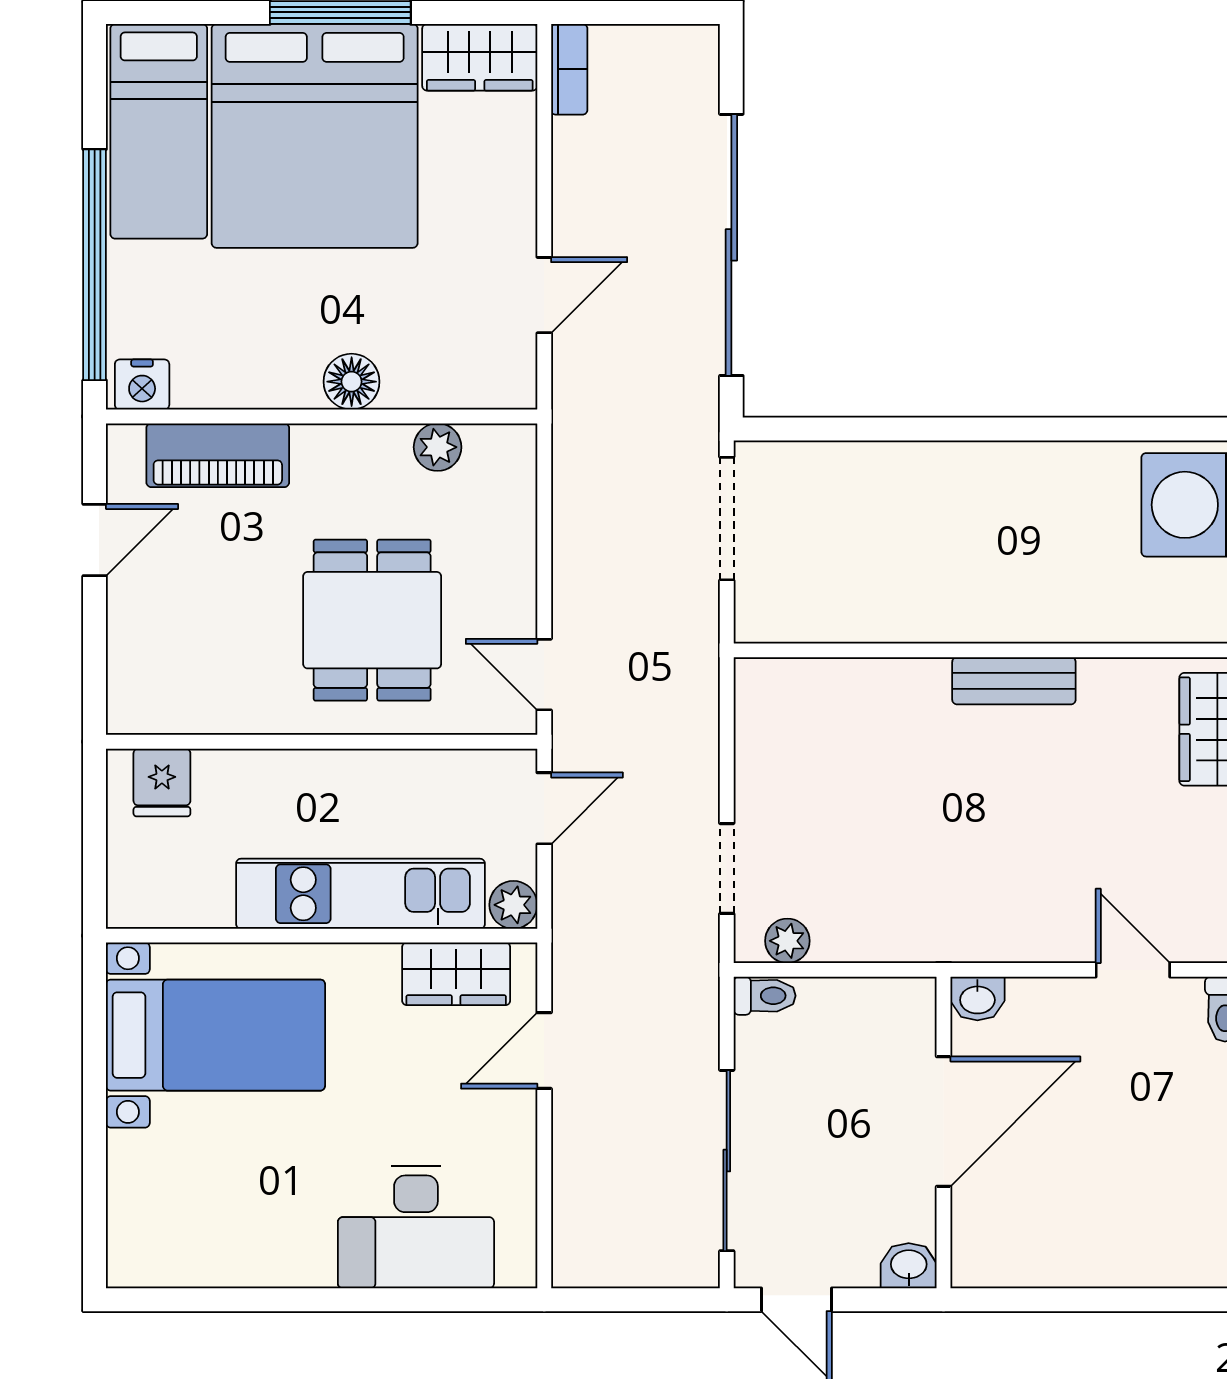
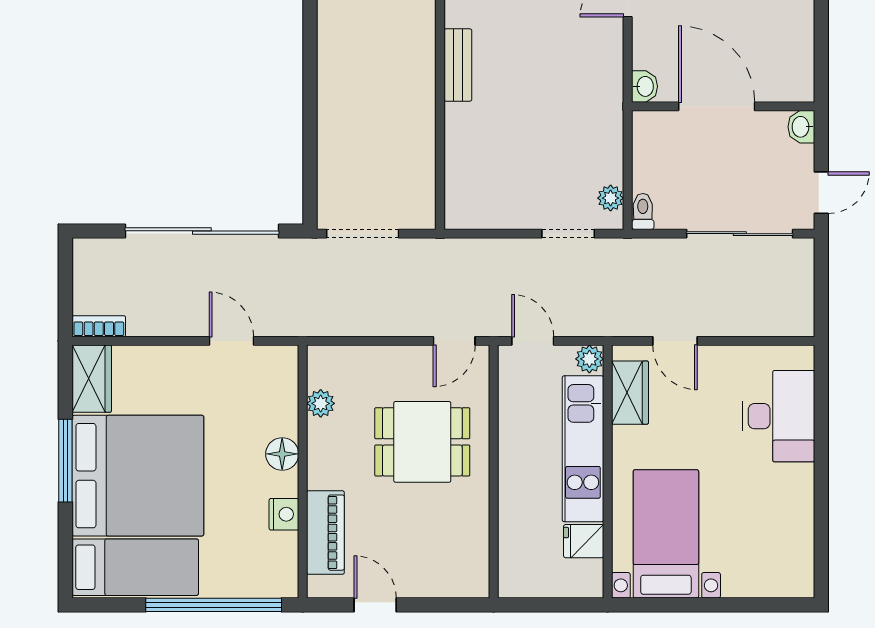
nightstand: (142, 385) -> (284, 514), moved
fridge: (162, 782) -> (584, 541), moved, turned 180

